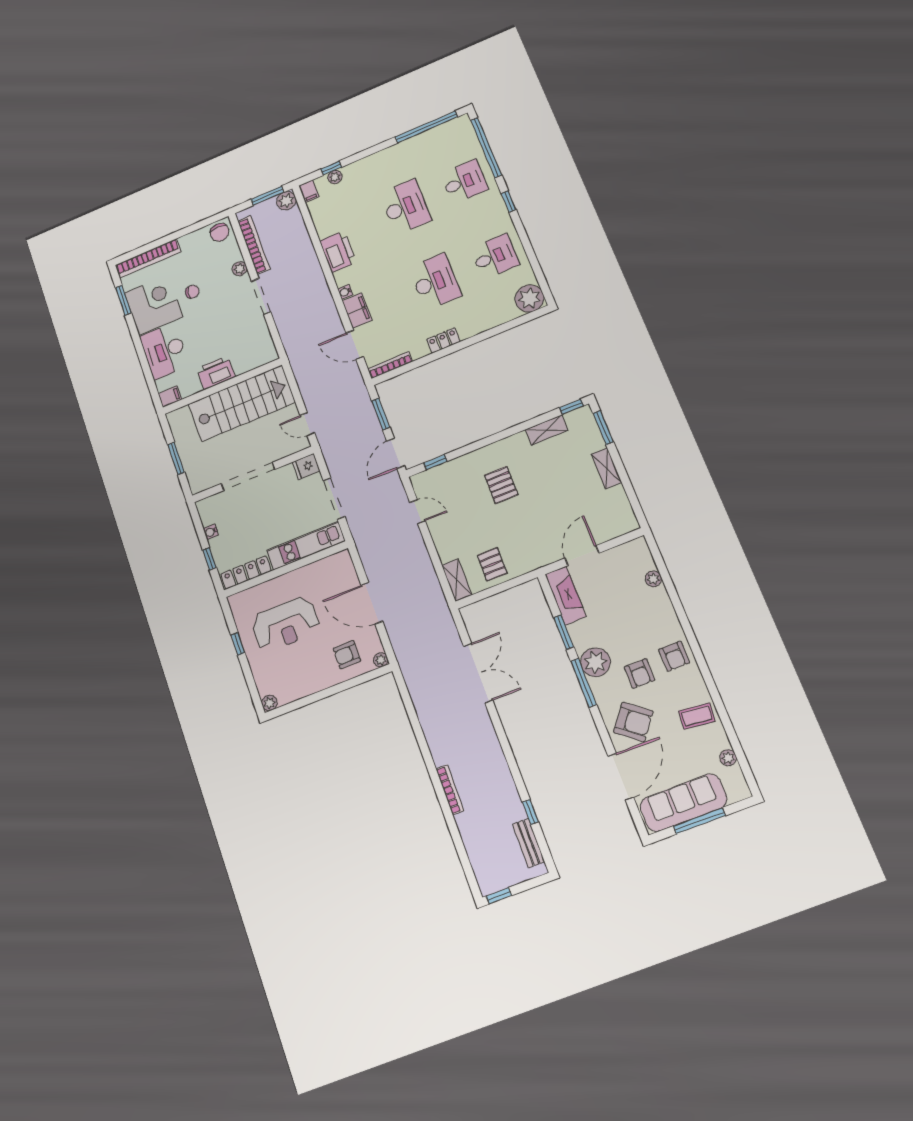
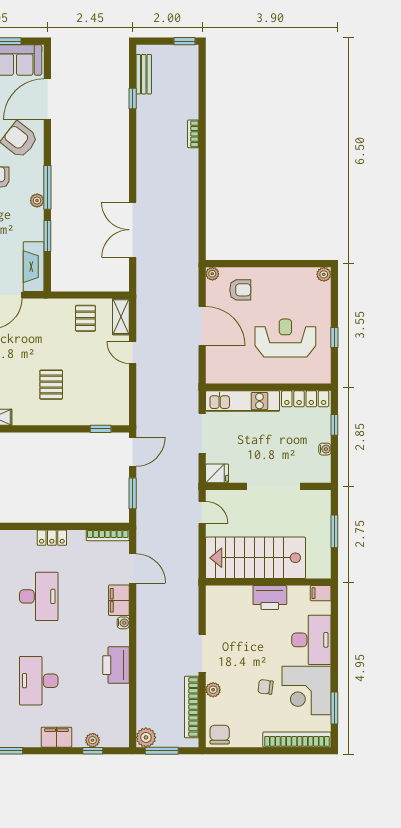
filing cabinet: (309, 191) -> (56, 737), moved, width x2.00
desk: (435, 282) -> (39, 596), turned 180
door: (417, 512) -> (133, 353), moved
plant: (595, 662) -> (37, 201), width x0.53, depth x0.53
bookcase: (450, 790) -> (193, 134), width x0.64

